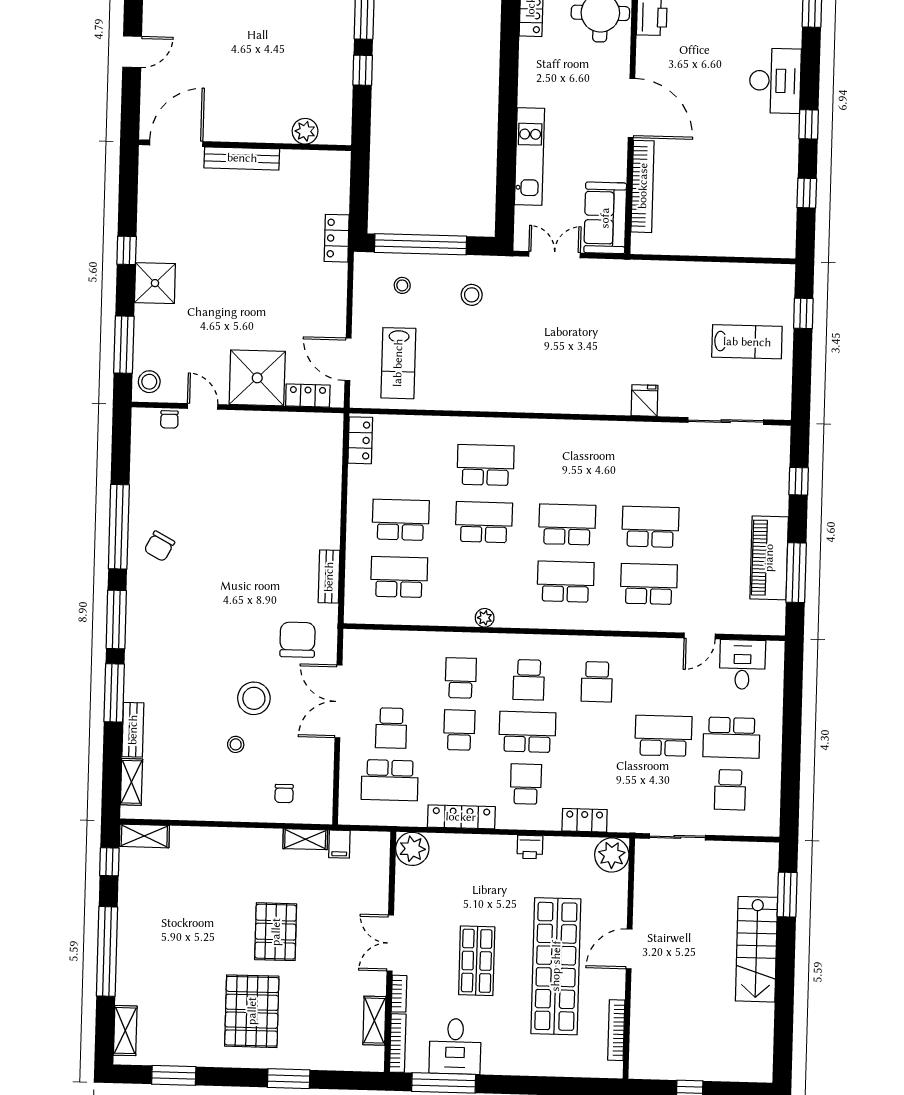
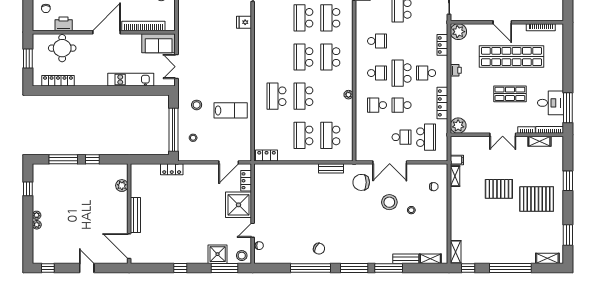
shower: (155, 283) -> (218, 254), moved
lab bench: (398, 363) -> (231, 110), moved

